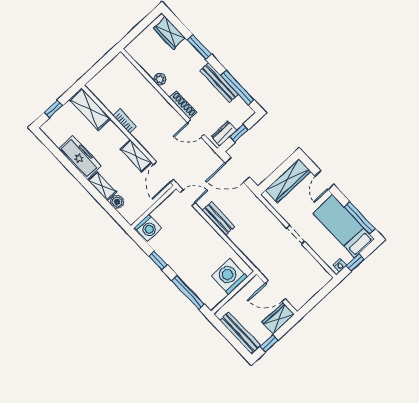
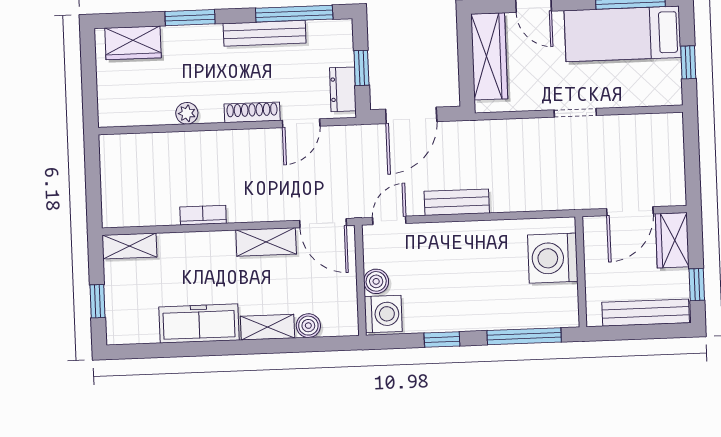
shelving: (90, 109) -> (129, 246), width x0.67, depth x0.75
boiler: (158, 214) -> (376, 281), added
nightstand: (340, 265) -> (673, 88), removed

